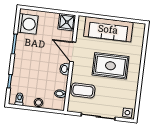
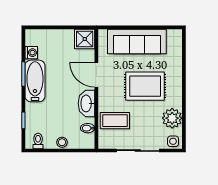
washing machine: (28, 24) -> (31, 53), width x0.53, depth x0.53
bathtub: (23, 51) -> (35, 81), added
washbasin: (65, 69) -> (87, 103), width x1.91, depth x1.45
plant: (129, 94) -> (172, 118), added

